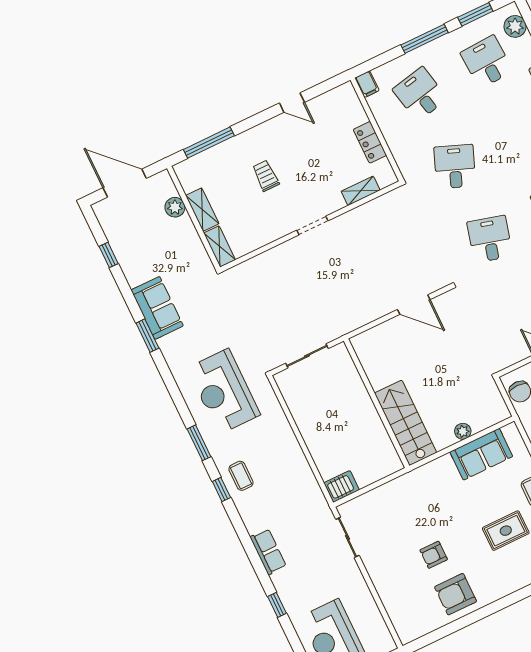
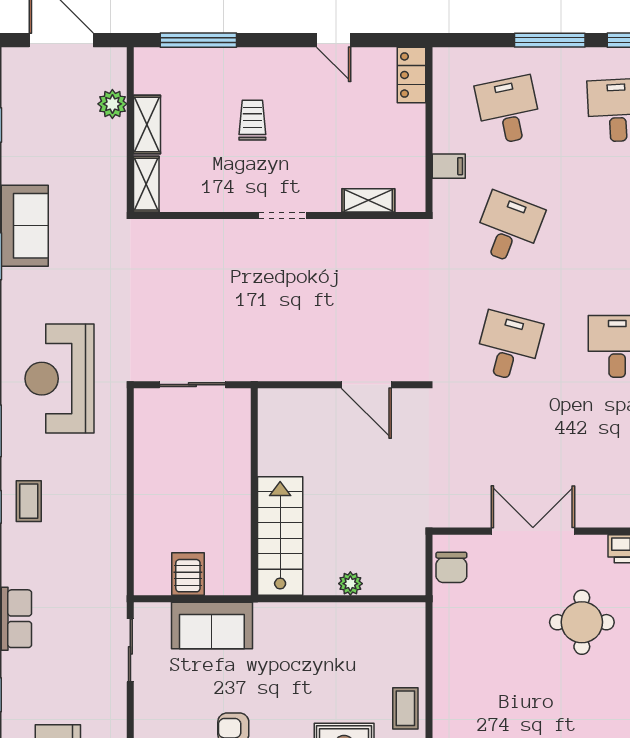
filing cabinet: (367, 84) -> (449, 166), moved, turned -90
locker: (370, 142) -> (412, 75), moved
sofa: (481, 454) -> (212, 625), moved
server rack: (342, 486) -> (188, 574), moved, turned -90

